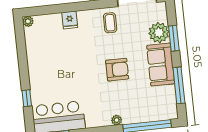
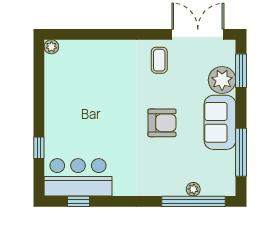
fridge: (70, 20) -> (106, 51), removed
window: (174, 38) -> (241, 71), moved
plant: (117, 120) -> (193, 189), moved

